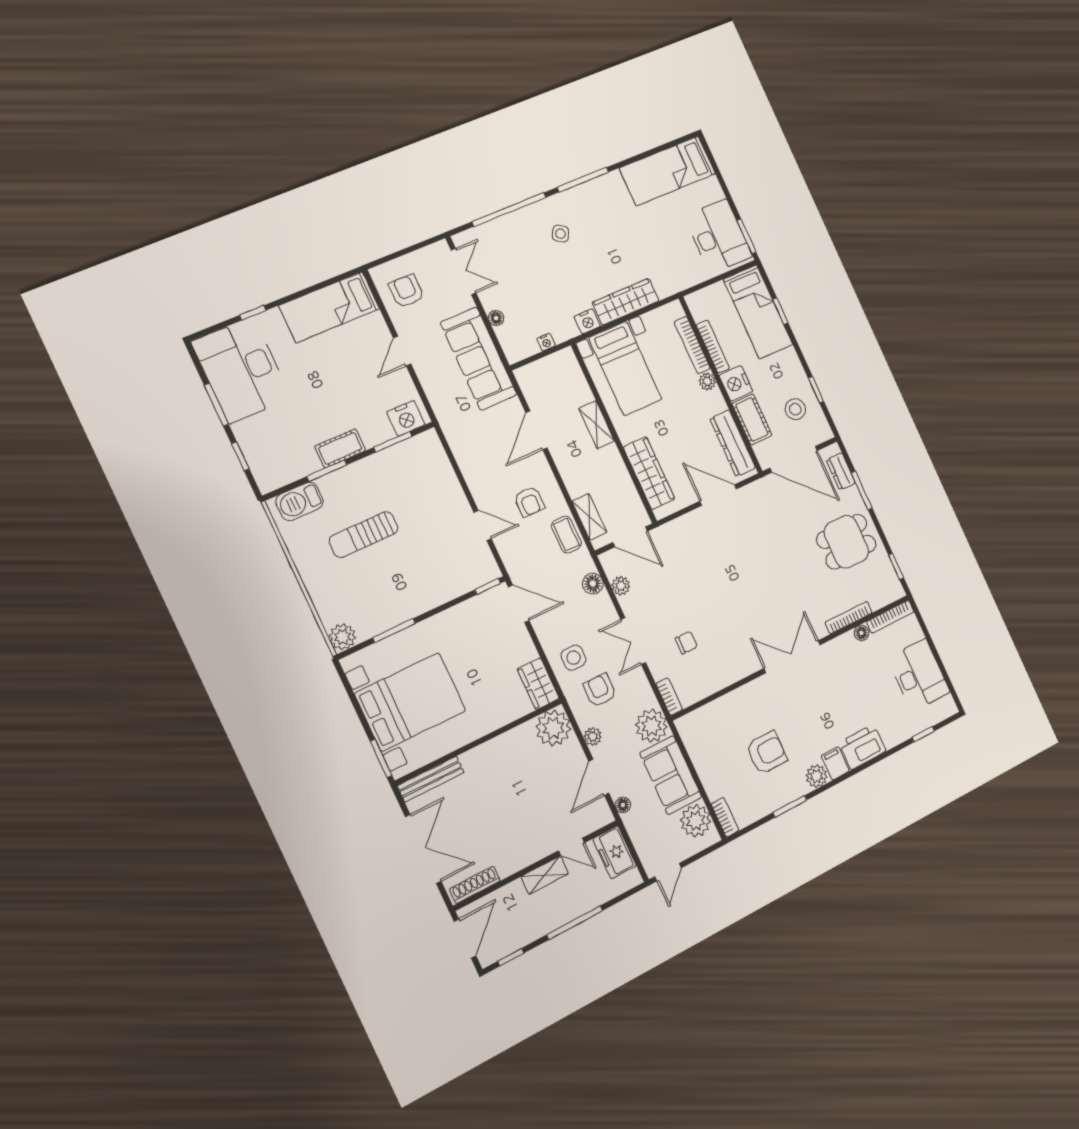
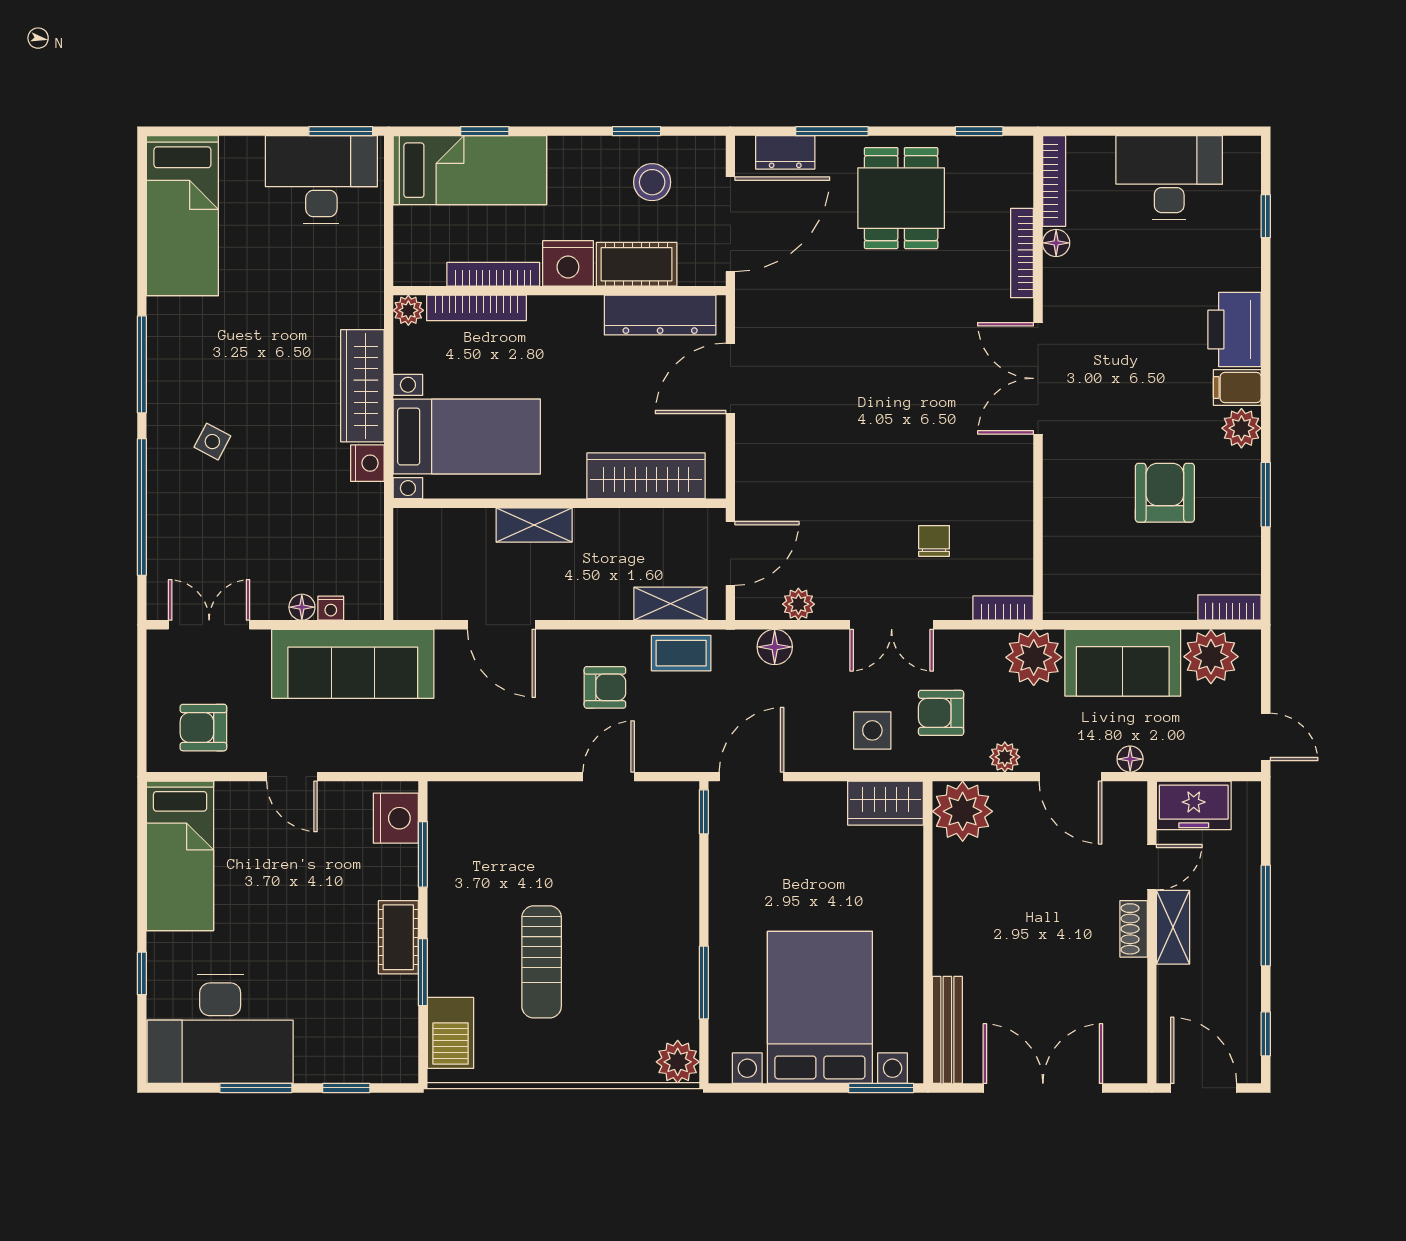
nightstand: (546, 342) -> (331, 608), moved, turned 90
plant: (707, 381) -> (408, 310), moved
shoe rack: (475, 885) -> (1134, 929), moved, width x0.70

